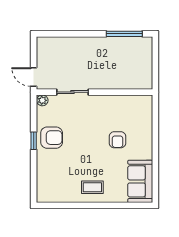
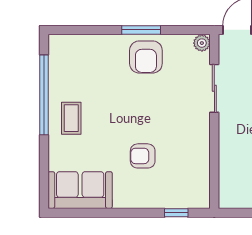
window: (155, 117) -> (176, 213), added
window: (34, 141) -> (141, 30), width x1.50
window: (77, 205) -> (44, 95), added

